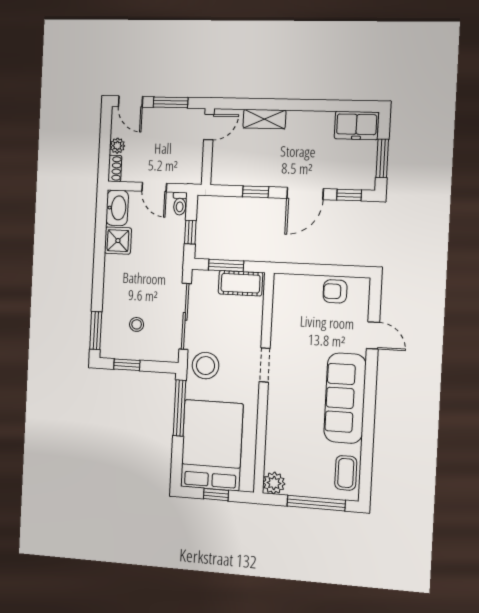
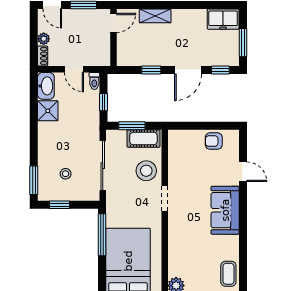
stool: (206, 366) -> (146, 171), moved
sofa: (345, 398) -> (225, 210), width x0.73

